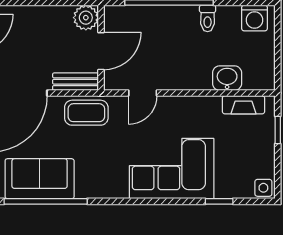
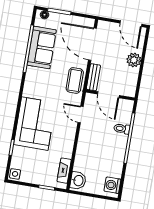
plant: (86, 18) -> (134, 60), moved
toilet: (208, 18) -> (122, 129), moved
washbasin: (227, 78) -> (78, 181), moved

